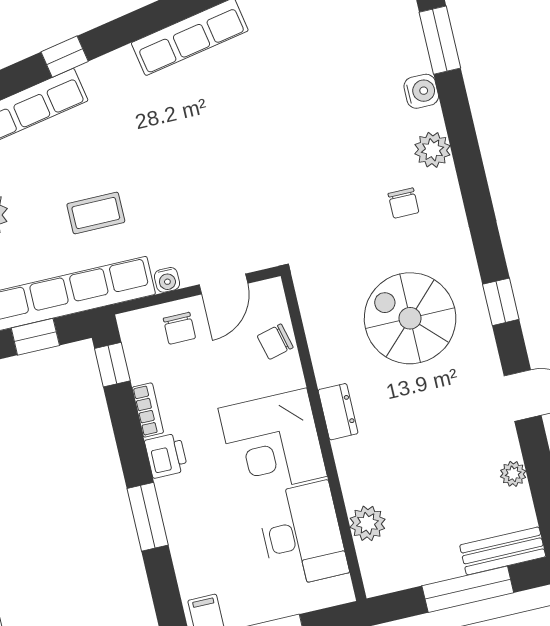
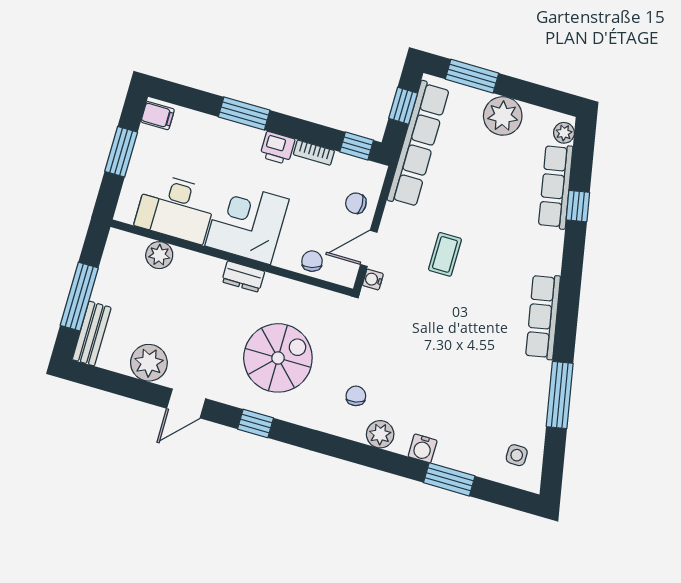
window: (65, 57) -> (578, 206), moved
chair: (403, 203) -> (356, 396), turned 78
coffee table: (96, 213) -> (445, 254), moved
water cooler: (167, 280) -> (373, 279), moved
door: (223, 284) -> (369, 248), hinge flipped
plant: (513, 474) -> (149, 363), width x1.88, depth x1.88

